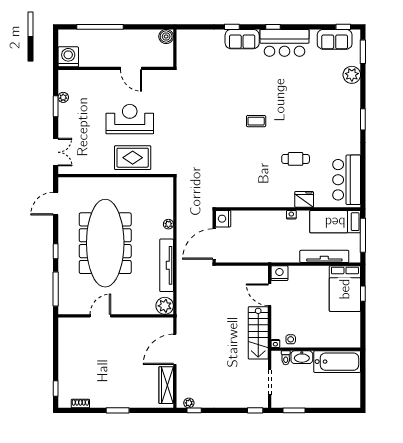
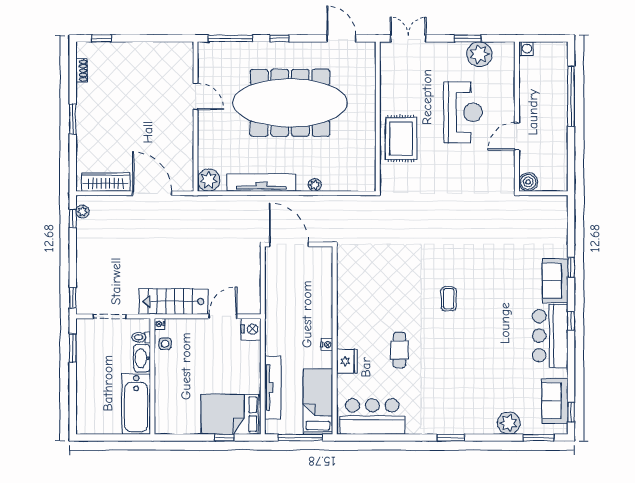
boiler: (166, 37) -> (528, 182), moved
washing machine: (68, 57) -> (526, 49), width x0.53, depth x0.53
plant: (63, 97) -> (479, 54), width x1.87, depth x1.87
reception desk: (130, 119) -> (463, 112), moved
double door: (56, 152) -> (408, 38), swing flipped
nightstand: (223, 219) -> (322, 256), removed

